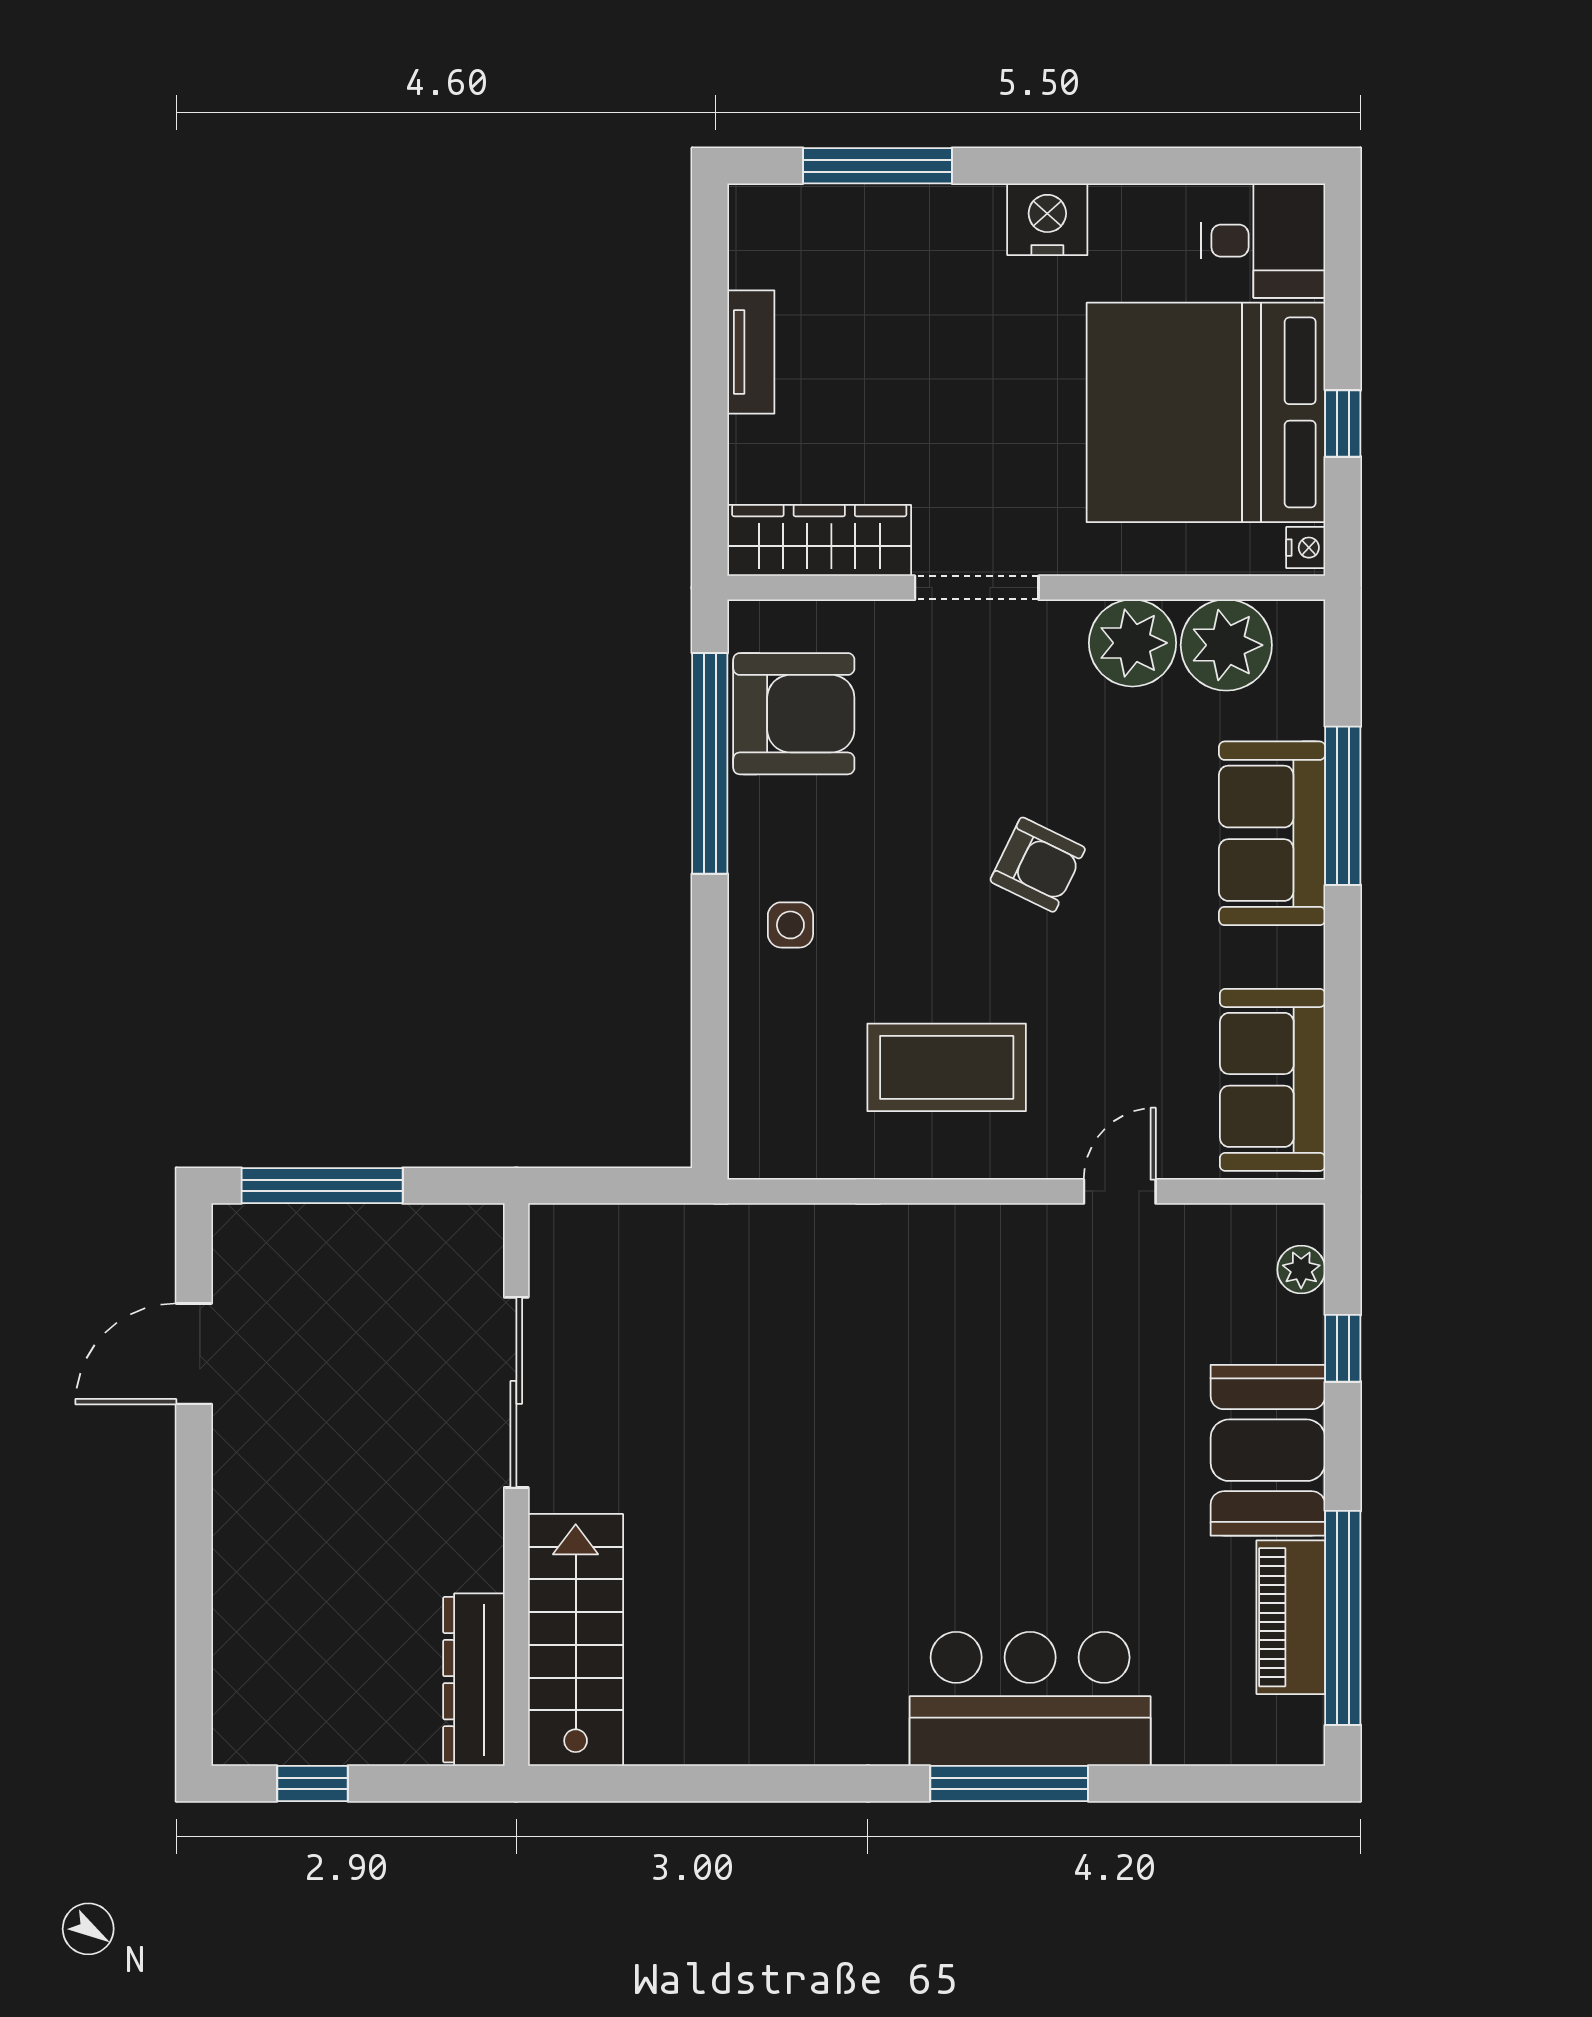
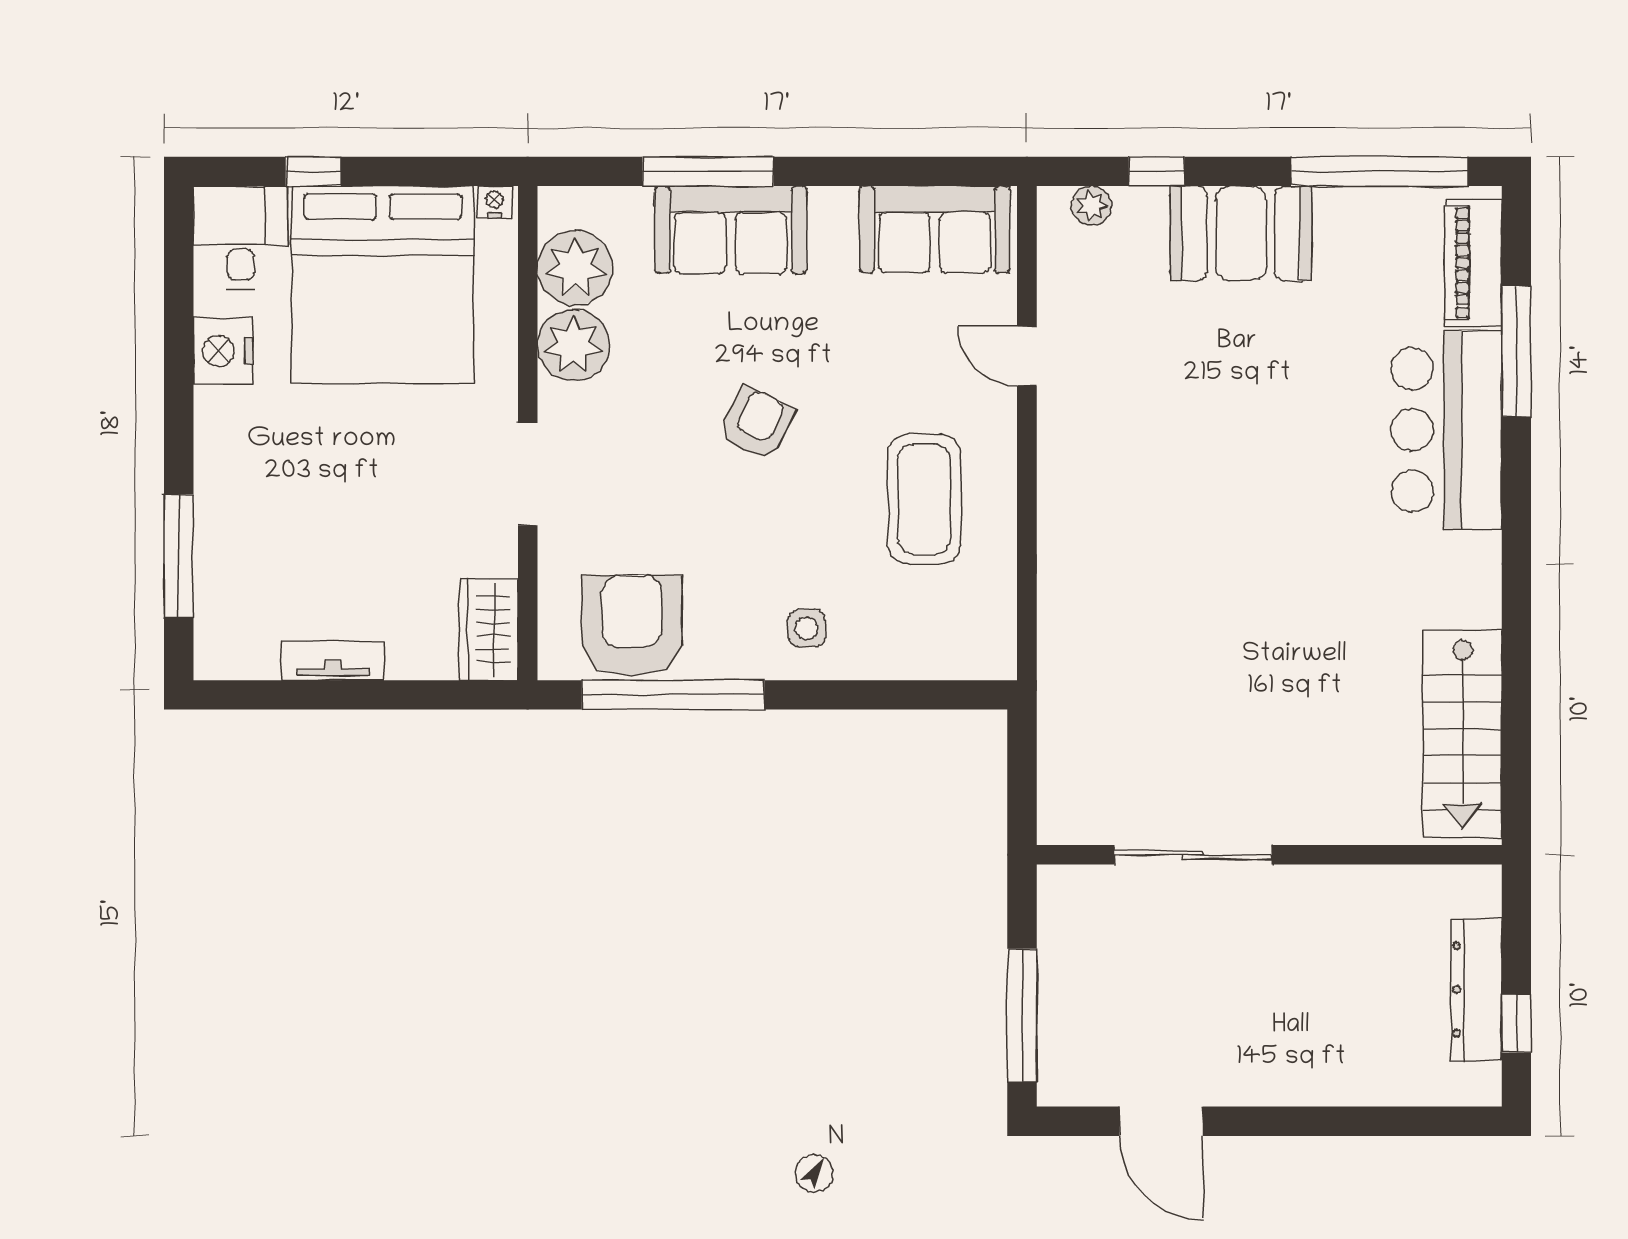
nightstand: (1047, 219) -> (223, 351), moved
window: (1343, 423) -> (313, 171), moved
wardrobe: (819, 540) -> (489, 630), width x0.67
piano: (1291, 1617) -> (1473, 263), moved, turned 90
stairs: (576, 1640) -> (1463, 733), moved, turned -90
dresser: (474, 1680) -> (1476, 989), moved, turned 90
window: (1009, 1784) -> (1516, 351), moved

